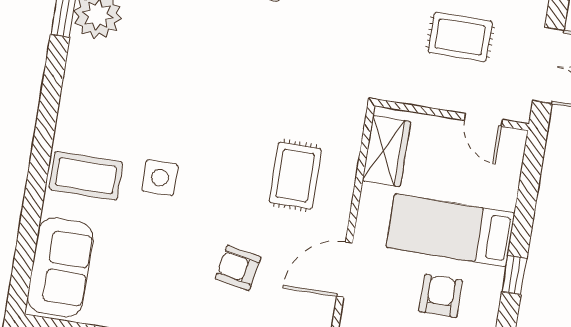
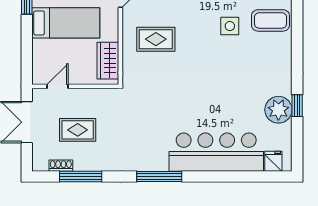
door: (483, 120) -> (58, 86), hinge flipped
rug: (295, 175) -> (156, 39), turned 90

